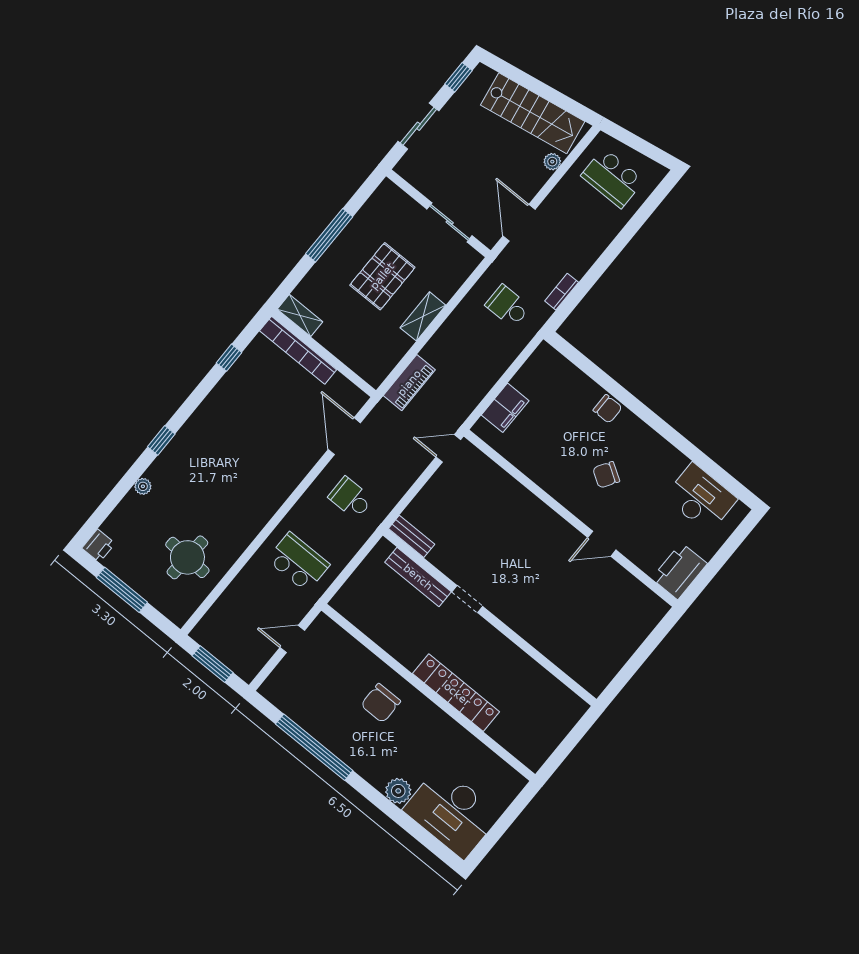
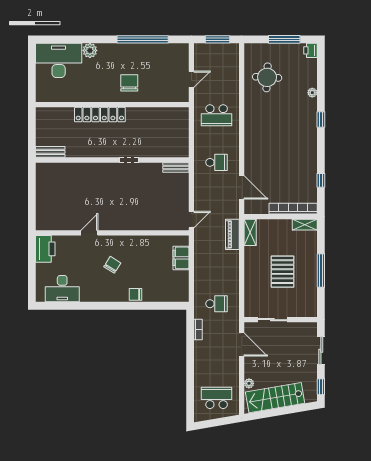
shelving: (423, 316) -> (250, 232), moved
bench: (418, 577) -> (50, 152), moved, width x0.73

